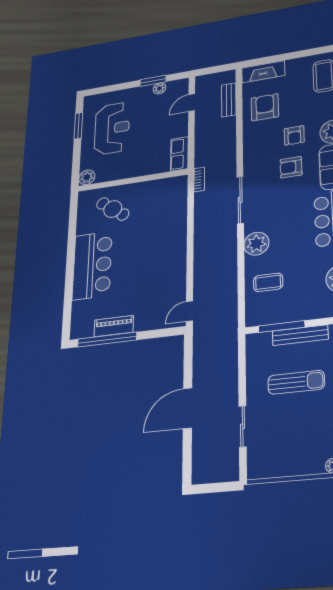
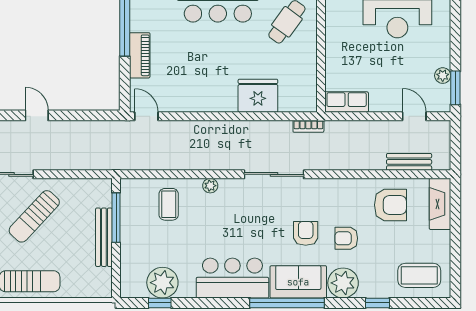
window: (153, 81) -> (455, 88), moved
fridge: (173, 222) -> (258, 96), added
plant: (256, 244) -> (210, 186), width x0.53, depth x0.53
piano: (114, 326) -> (140, 55), moved
sun lounger: (296, 382) -> (34, 216), moved, turned 43
door: (188, 408) -> (37, 115), width x0.53

